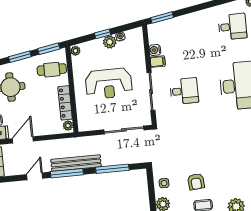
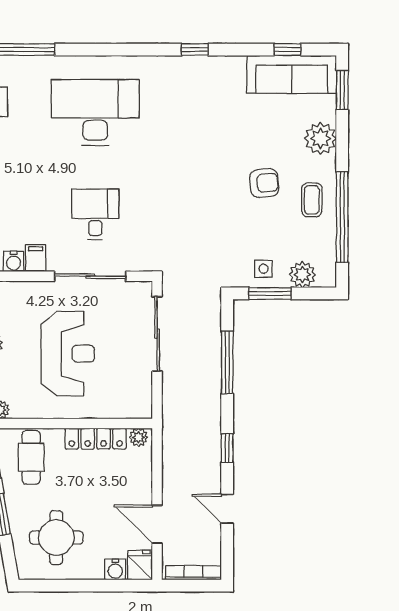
bench: (76, 163) -> (210, 429), removed
window: (67, 173) -> (227, 448), width x0.46
armchair: (196, 182) -> (264, 183), moved
window: (151, 188) -> (270, 293), added

